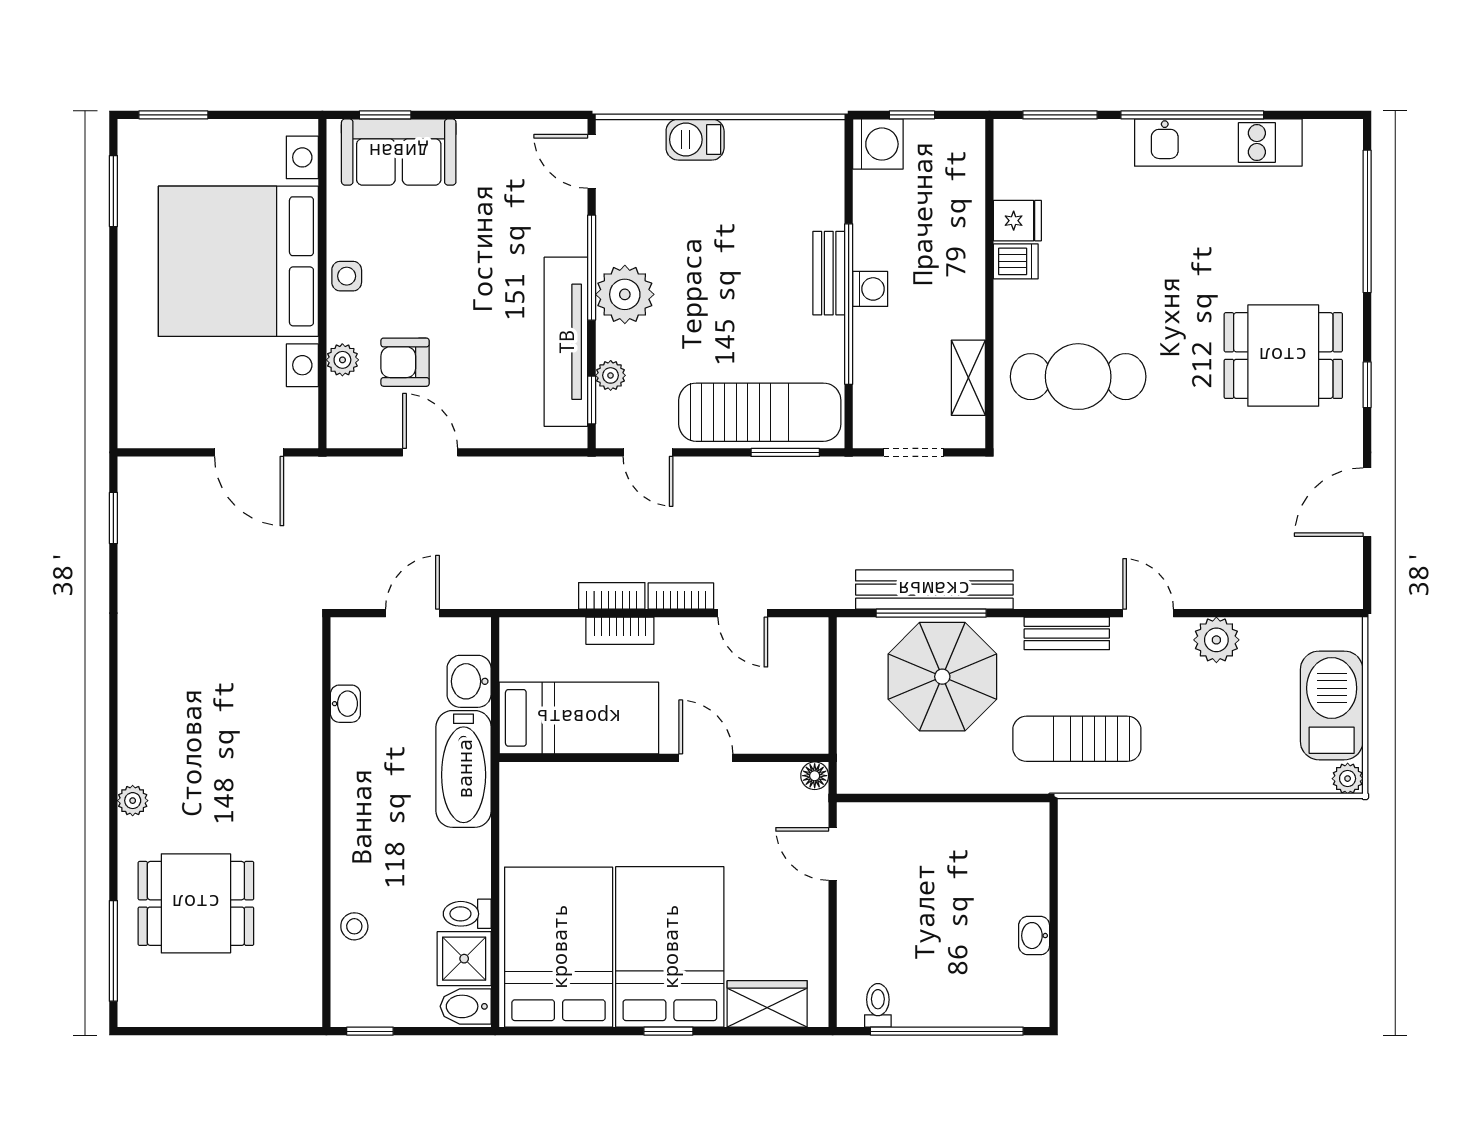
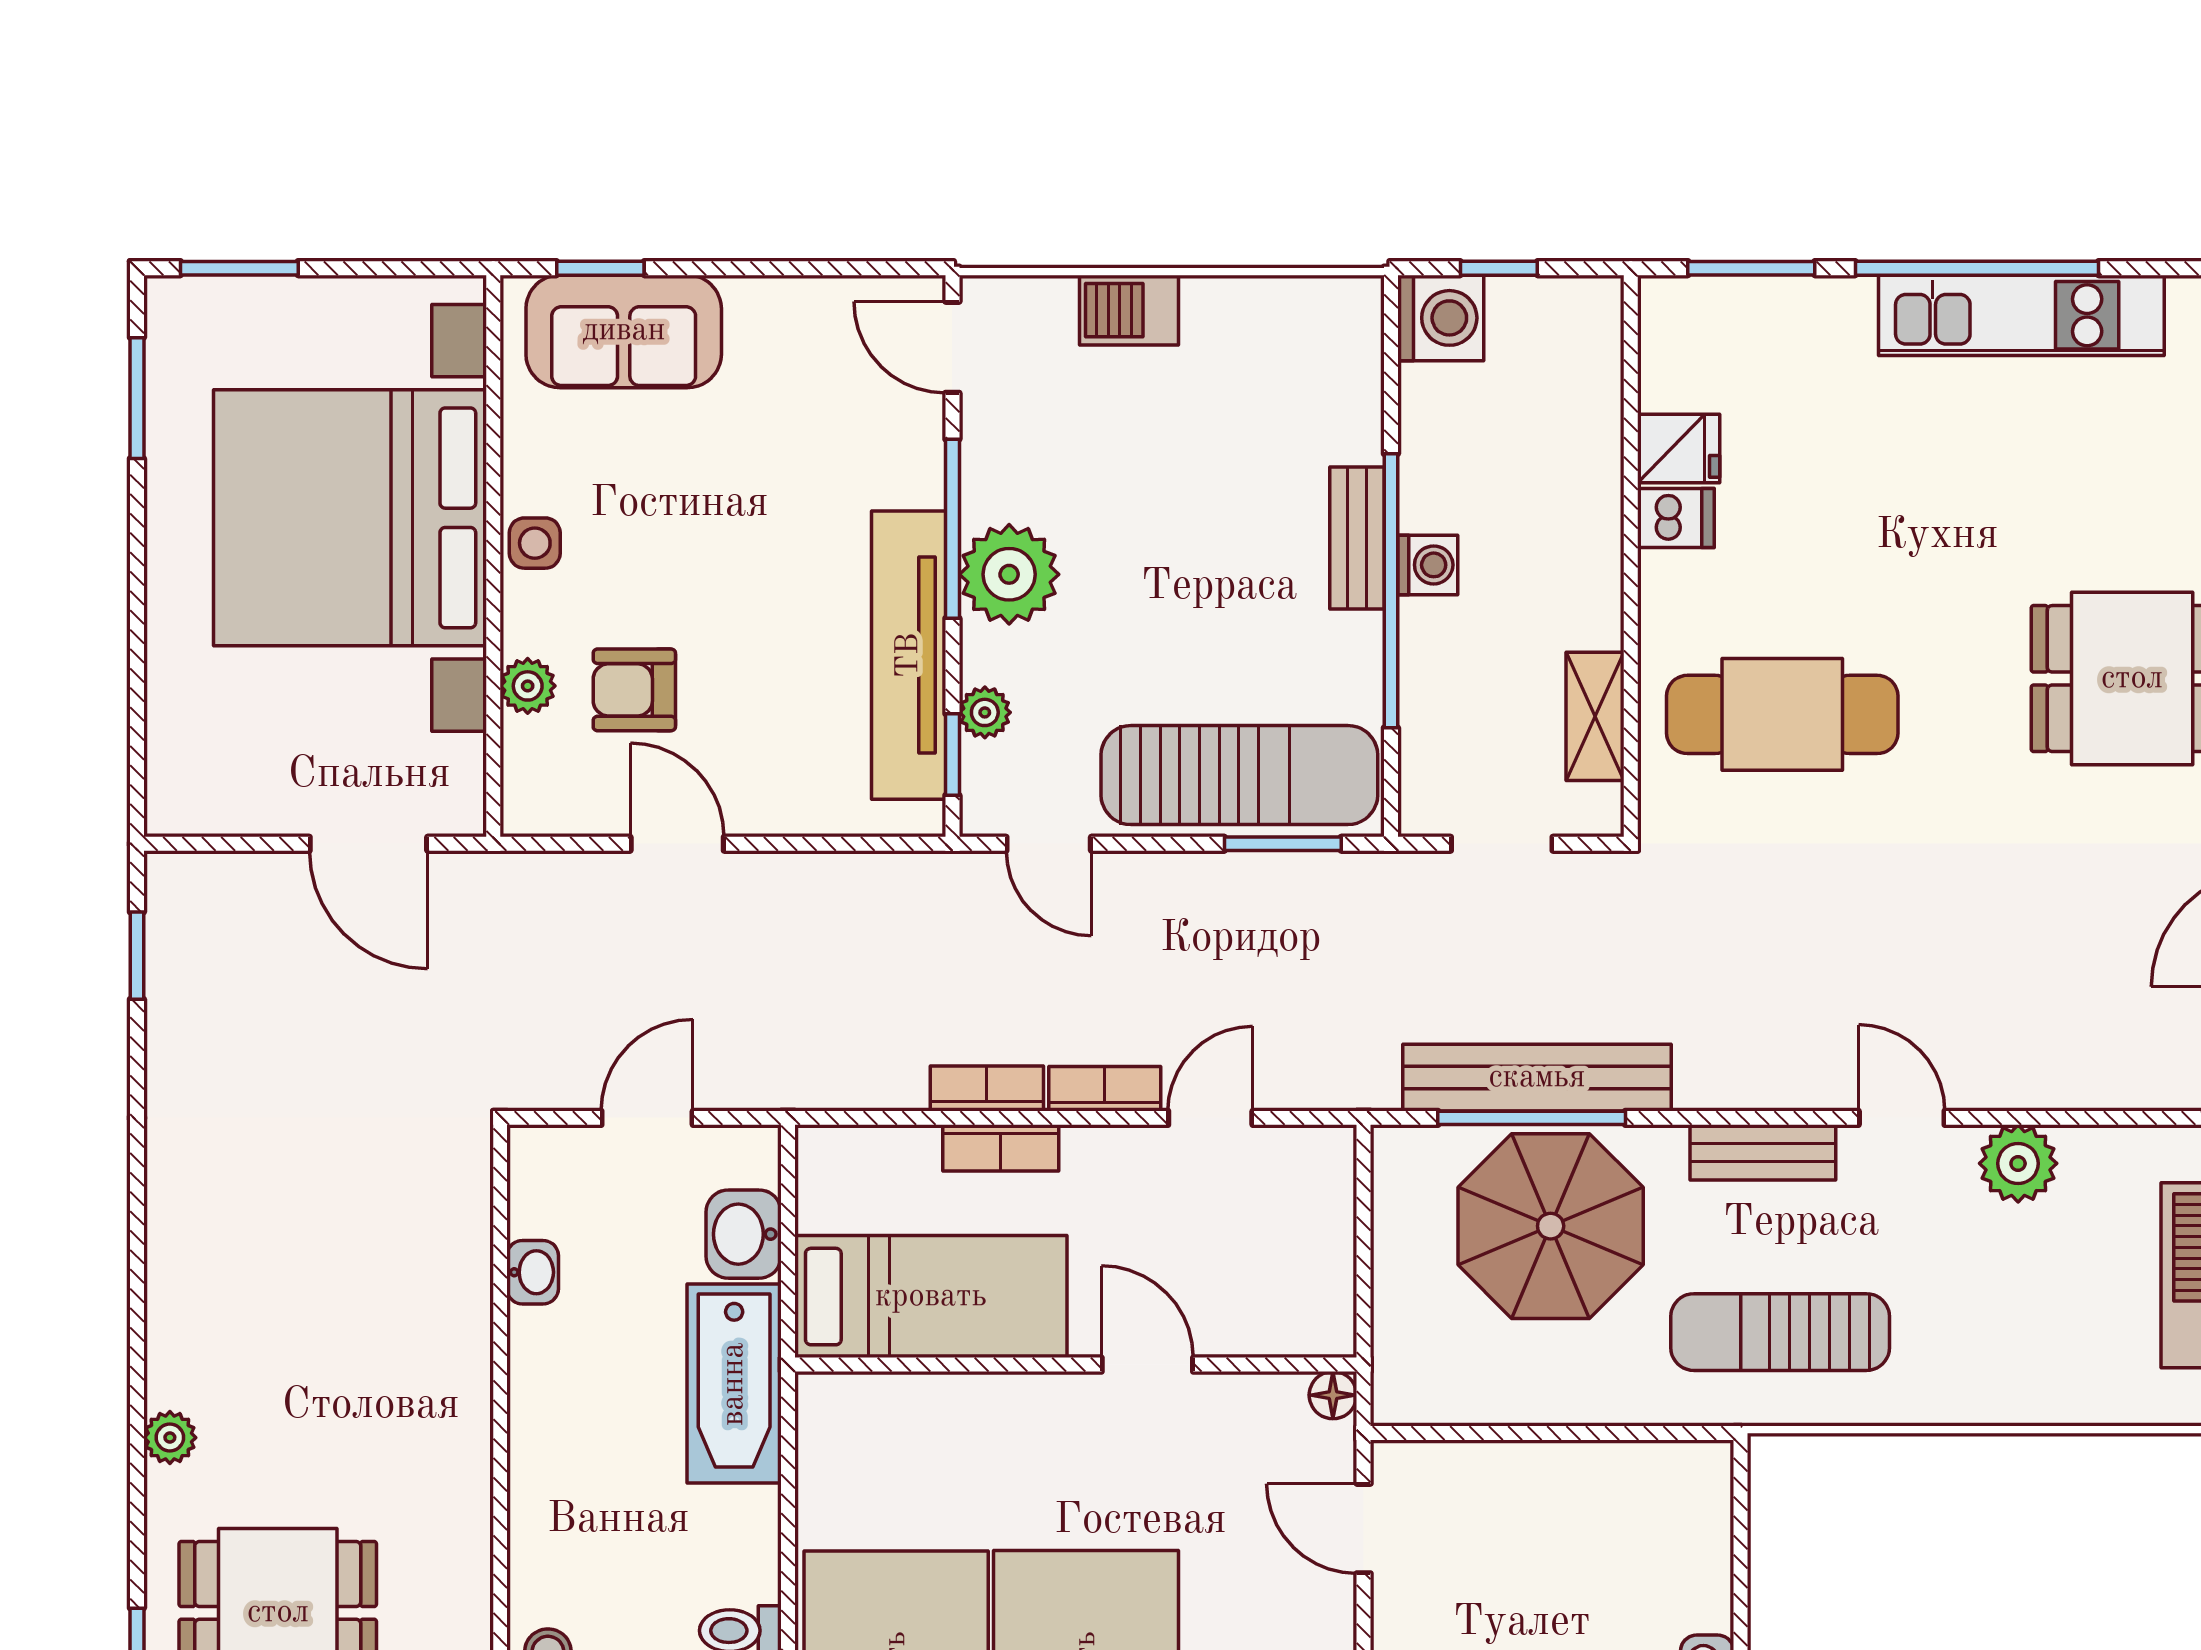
door: (743, 613) -> (1210, 1118), swing flipped

